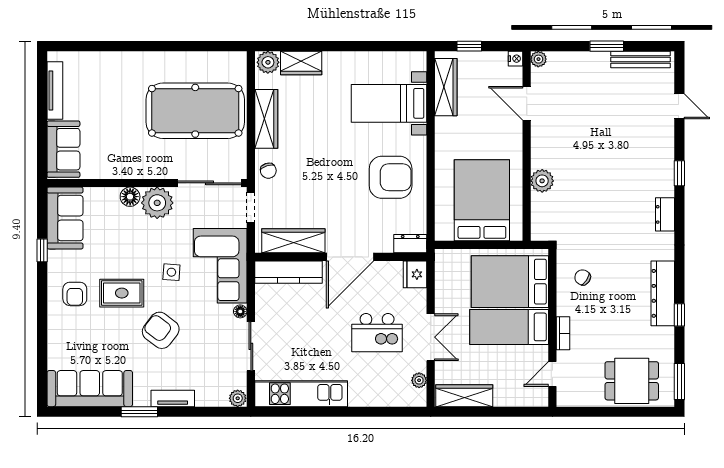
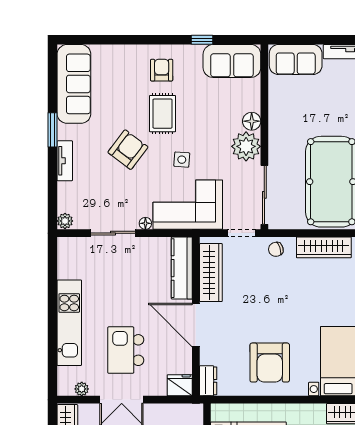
armchair: (75, 294) -> (162, 70), turned 90
kitchen unit: (301, 394) -> (69, 323), moved

